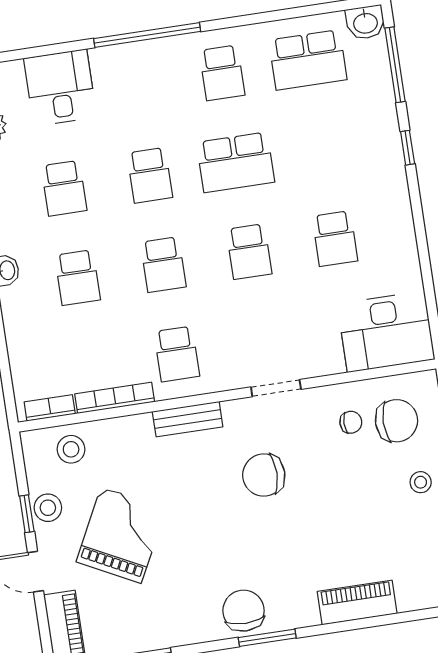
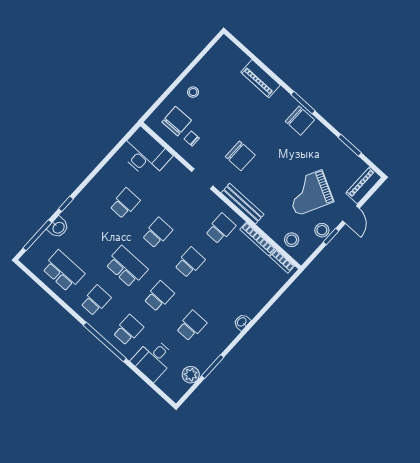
washbasin: (365, 22) -> (58, 227), moved, turned 90
school desk: (78, 278) -> (128, 330), moved
bench: (188, 419) -> (243, 204), width x1.36
chair: (396, 421) -> (177, 121), turned 89
chair: (244, 611) -> (300, 121), turned -90

